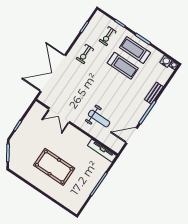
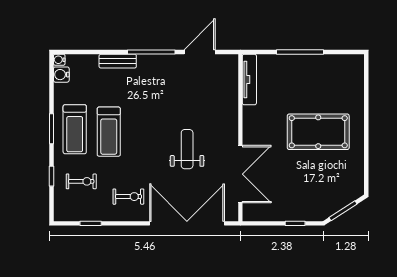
treadmill: (123, 66) -> (109, 132), turned 180
double door: (53, 73) -> (187, 223), swing flipped
double door: (59, 115) -> (240, 174), width x1.37
weight bench: (99, 119) -> (187, 149), moved
door: (132, 136) -> (200, 52), swing flipped
pool table: (54, 167) -> (318, 132), turned 90

